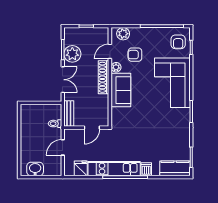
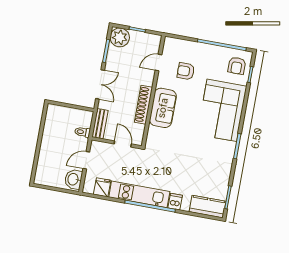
plant: (123, 34) -> (177, 45), removed
plant: (72, 54) -> (120, 37), moved
plant: (116, 67) -> (162, 81), removed
shoe rack: (104, 77) -> (144, 105), moved
door: (92, 128) -> (123, 144), swing flipped
washbasin: (35, 169) -> (73, 179), moved, turned -90

